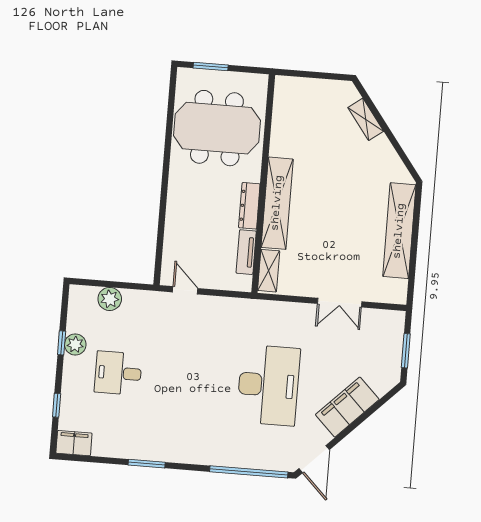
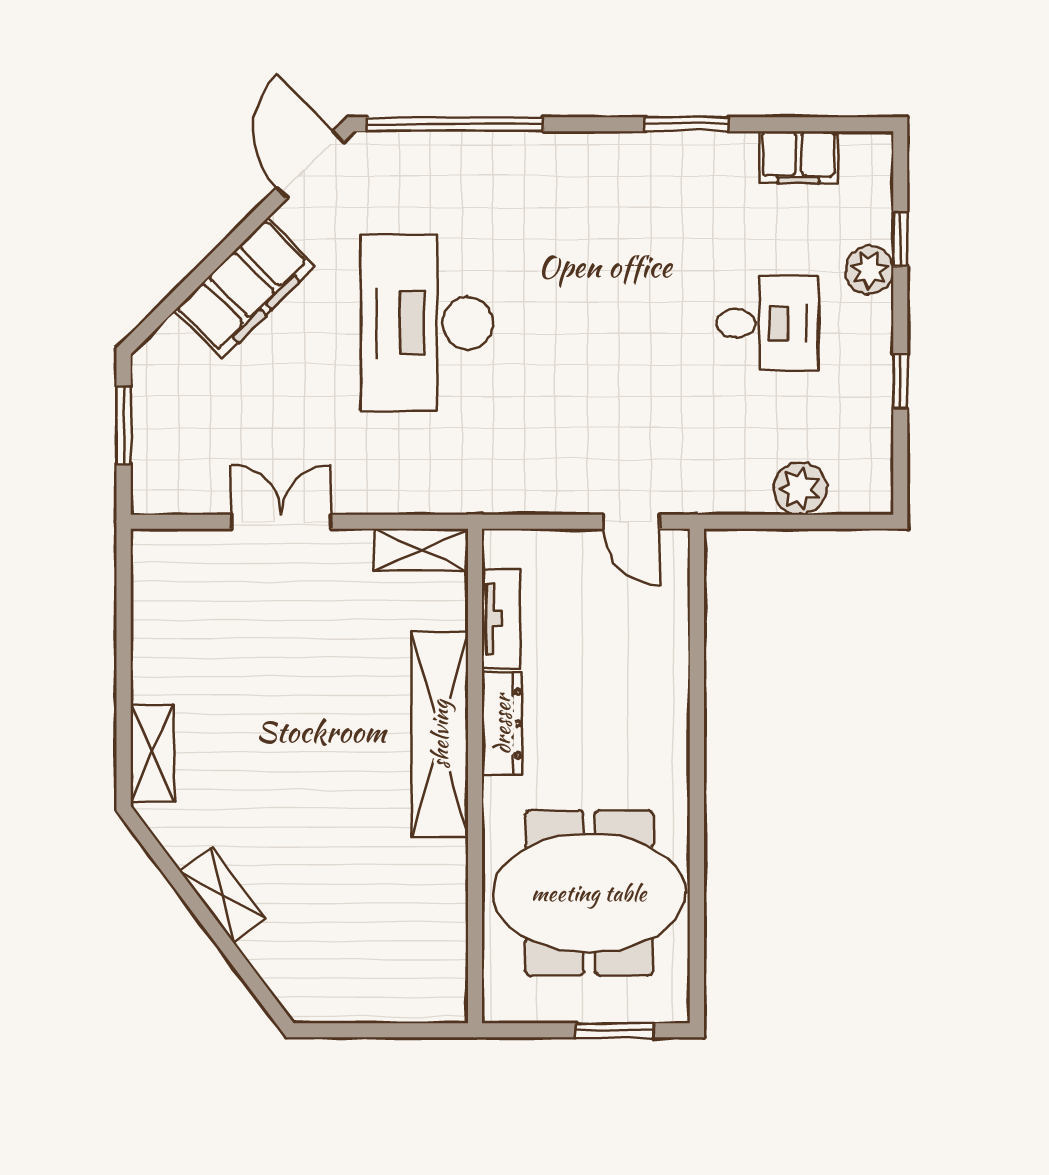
shelving: (366, 119) -> (222, 895), moved
shelving: (399, 231) -> (152, 753), width x0.45, depth x0.75
shelving: (269, 271) -> (421, 550), moved, turned 90
plant: (75, 344) -> (869, 270), moved
filing cabinet: (74, 443) -> (799, 157), moved

